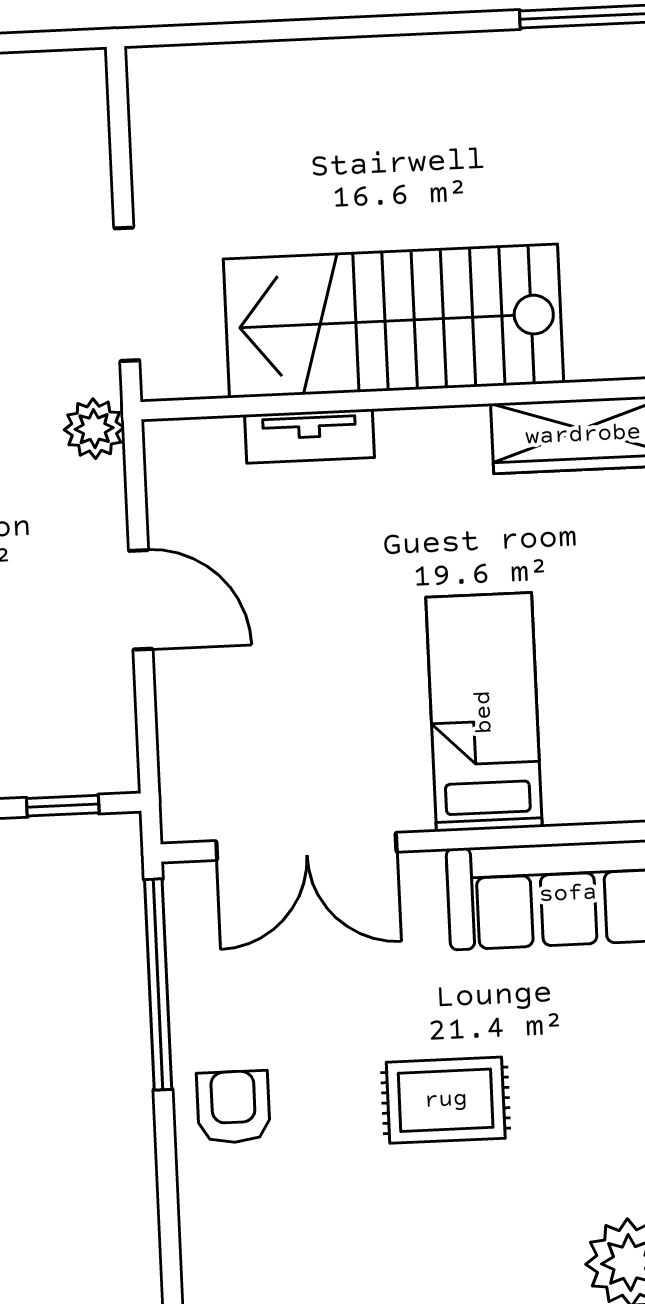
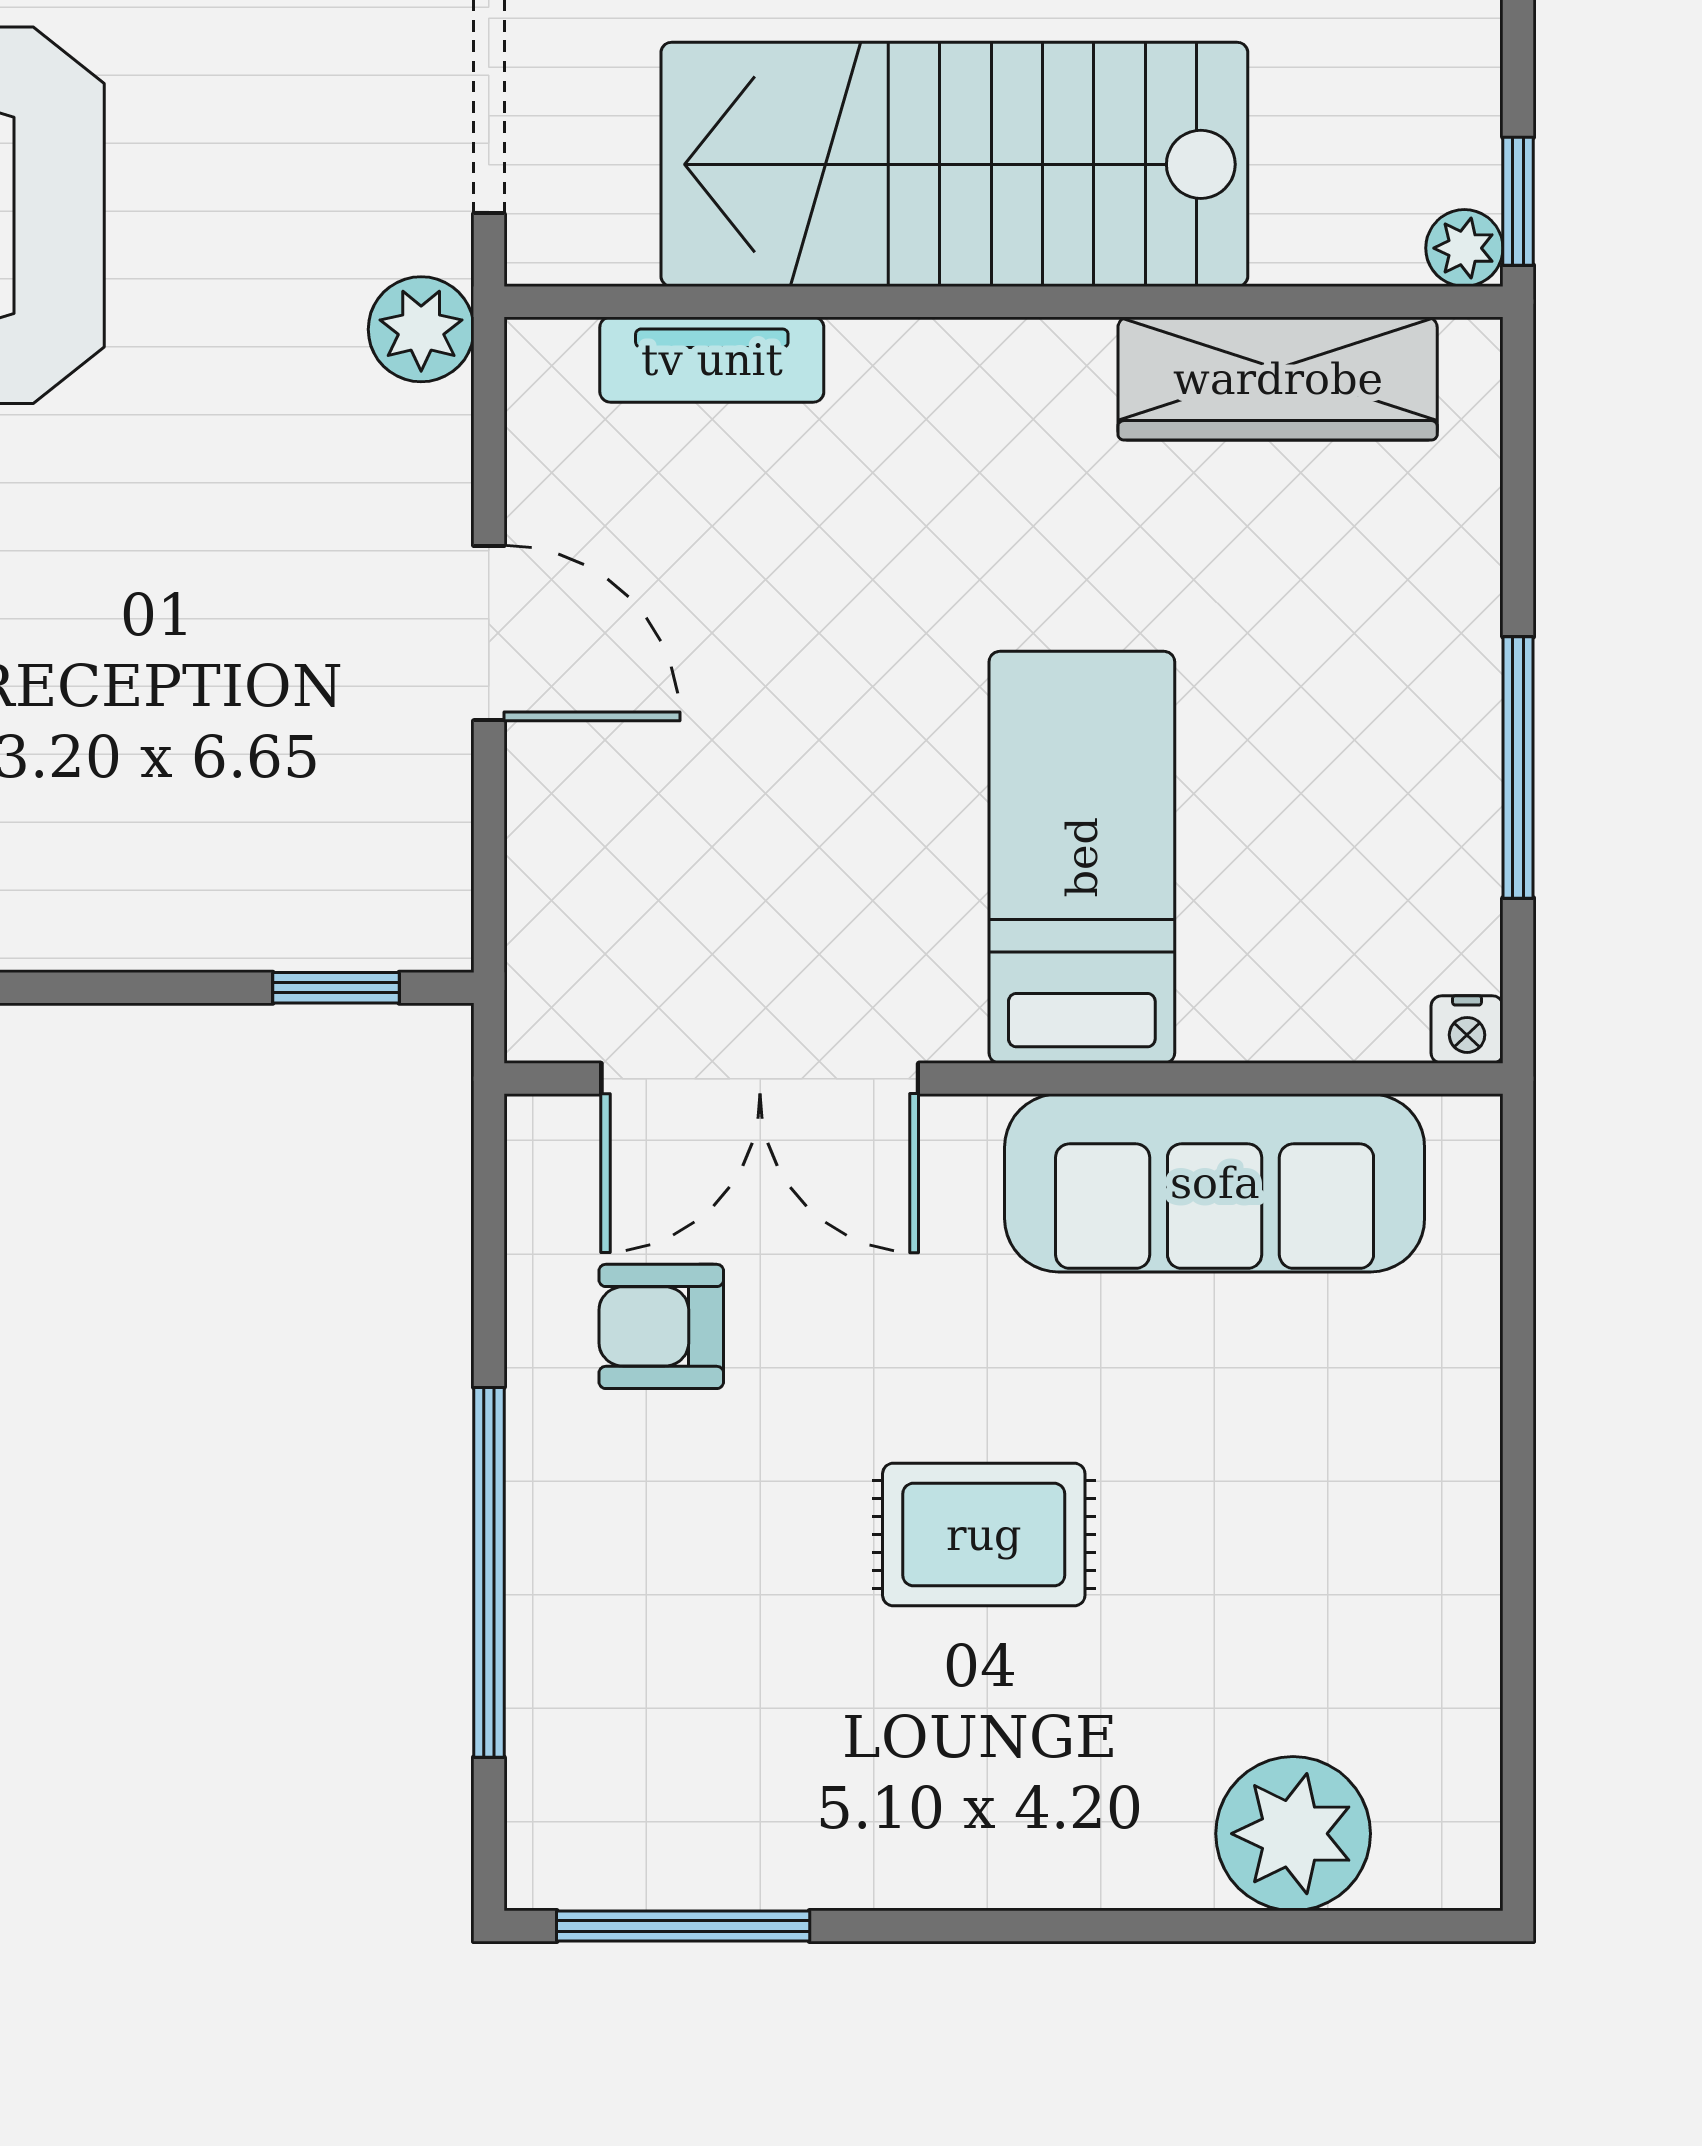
tv unit: (309, 436) -> (712, 360), moved
window: (158, 984) -> (489, 1572), moved
armchair: (233, 1107) -> (661, 1326), moved, turned -90

